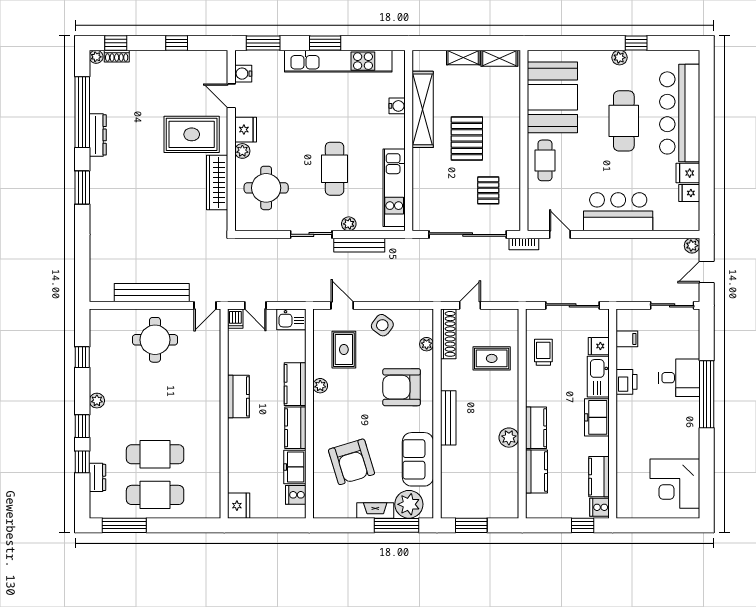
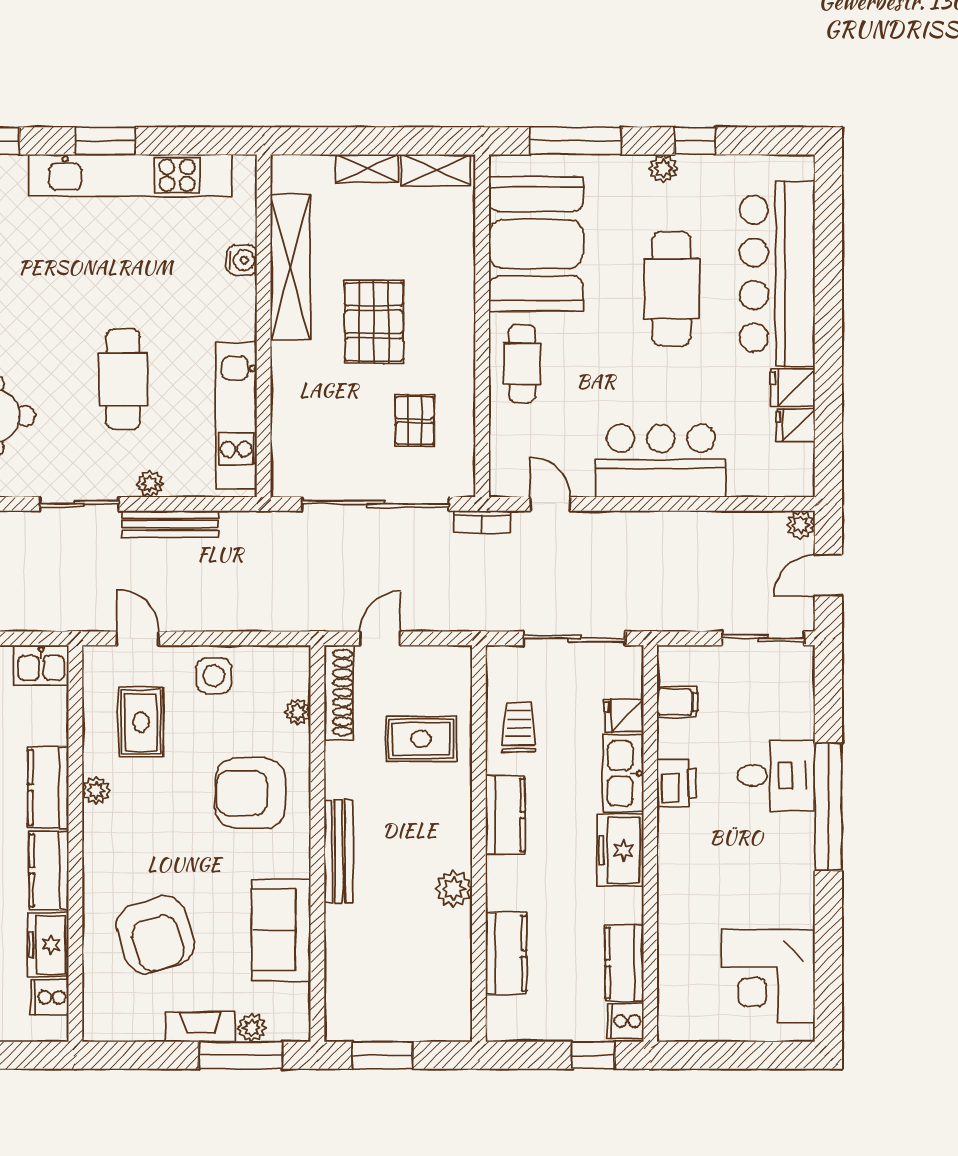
window: (573, 43) -> (576, 141), added
side table: (382, 325) -> (214, 676), turned -37
kitchen counter: (536, 428) -> (505, 815), moved
plant: (409, 504) -> (252, 1028), width x0.53, depth x0.53

